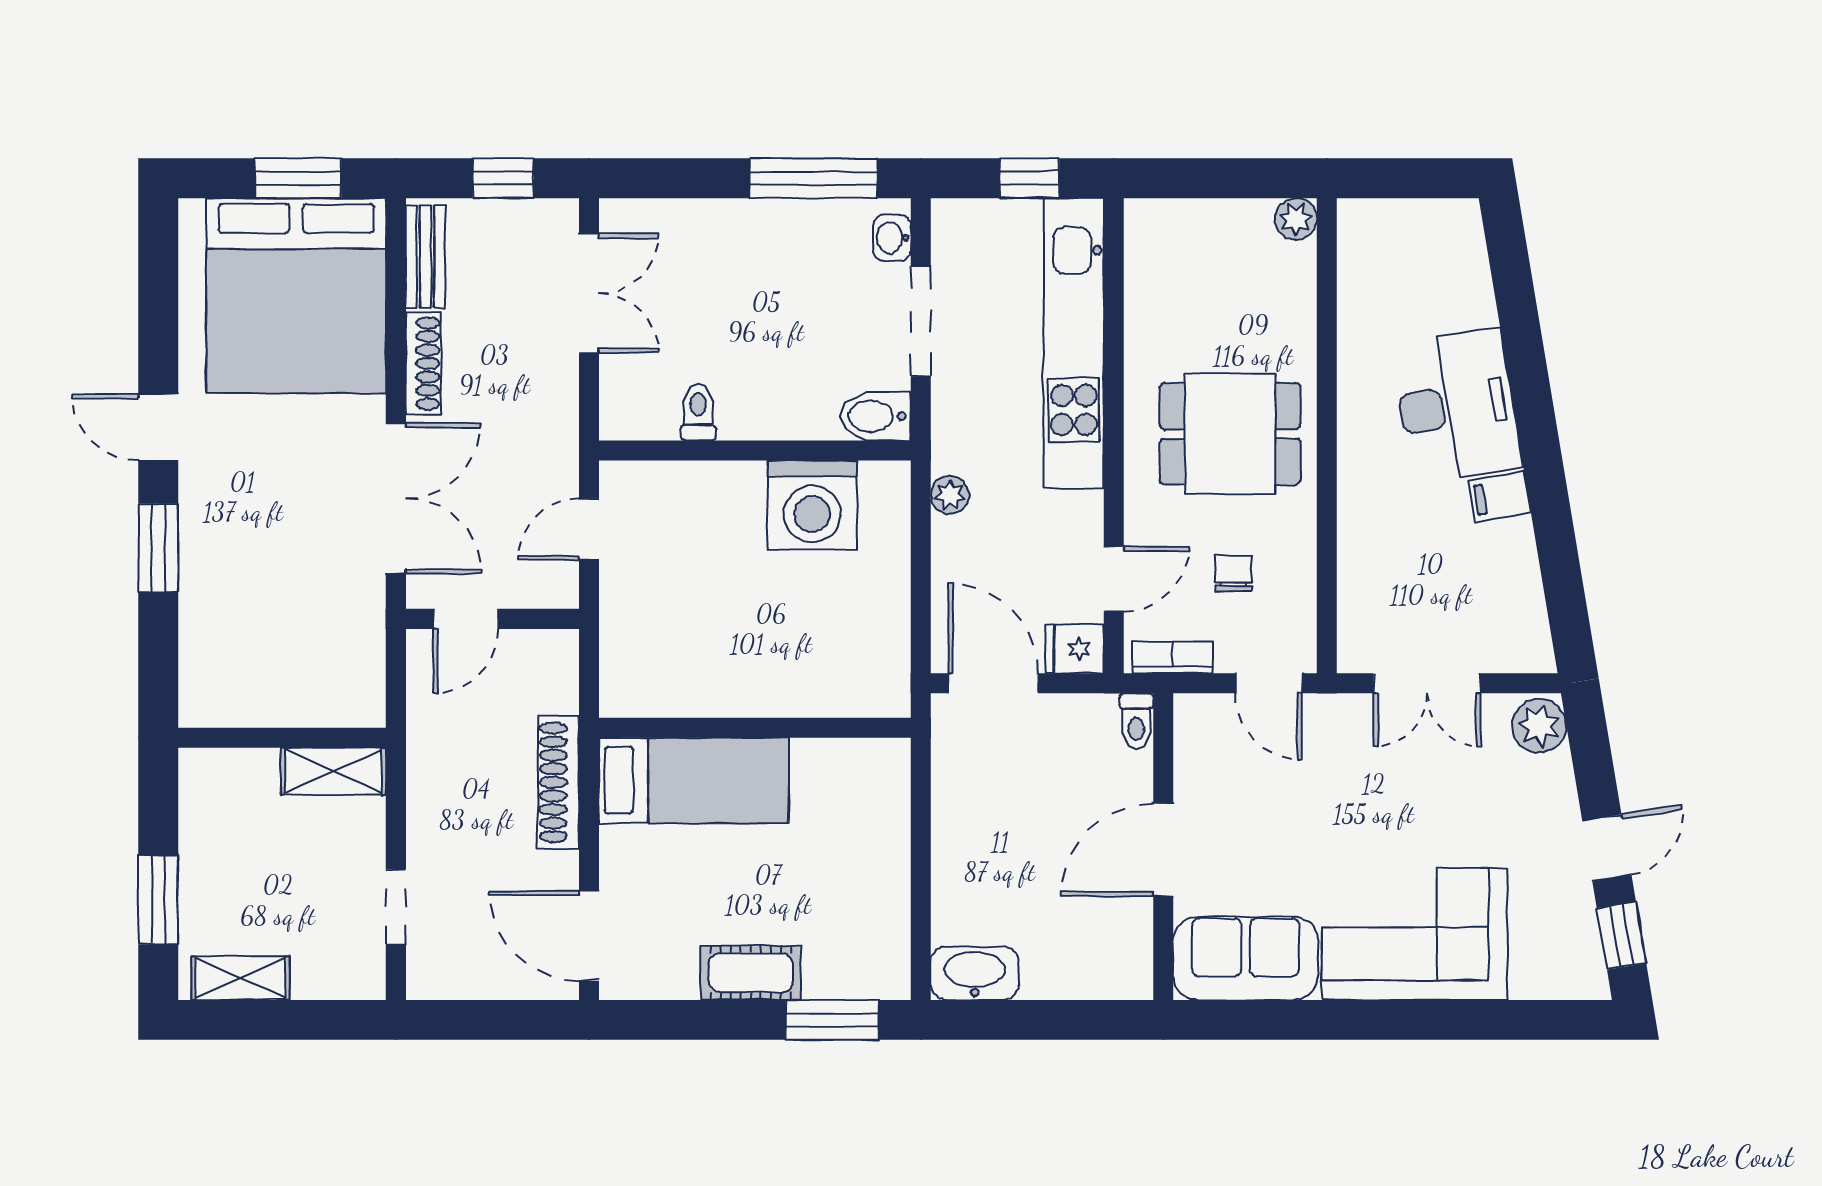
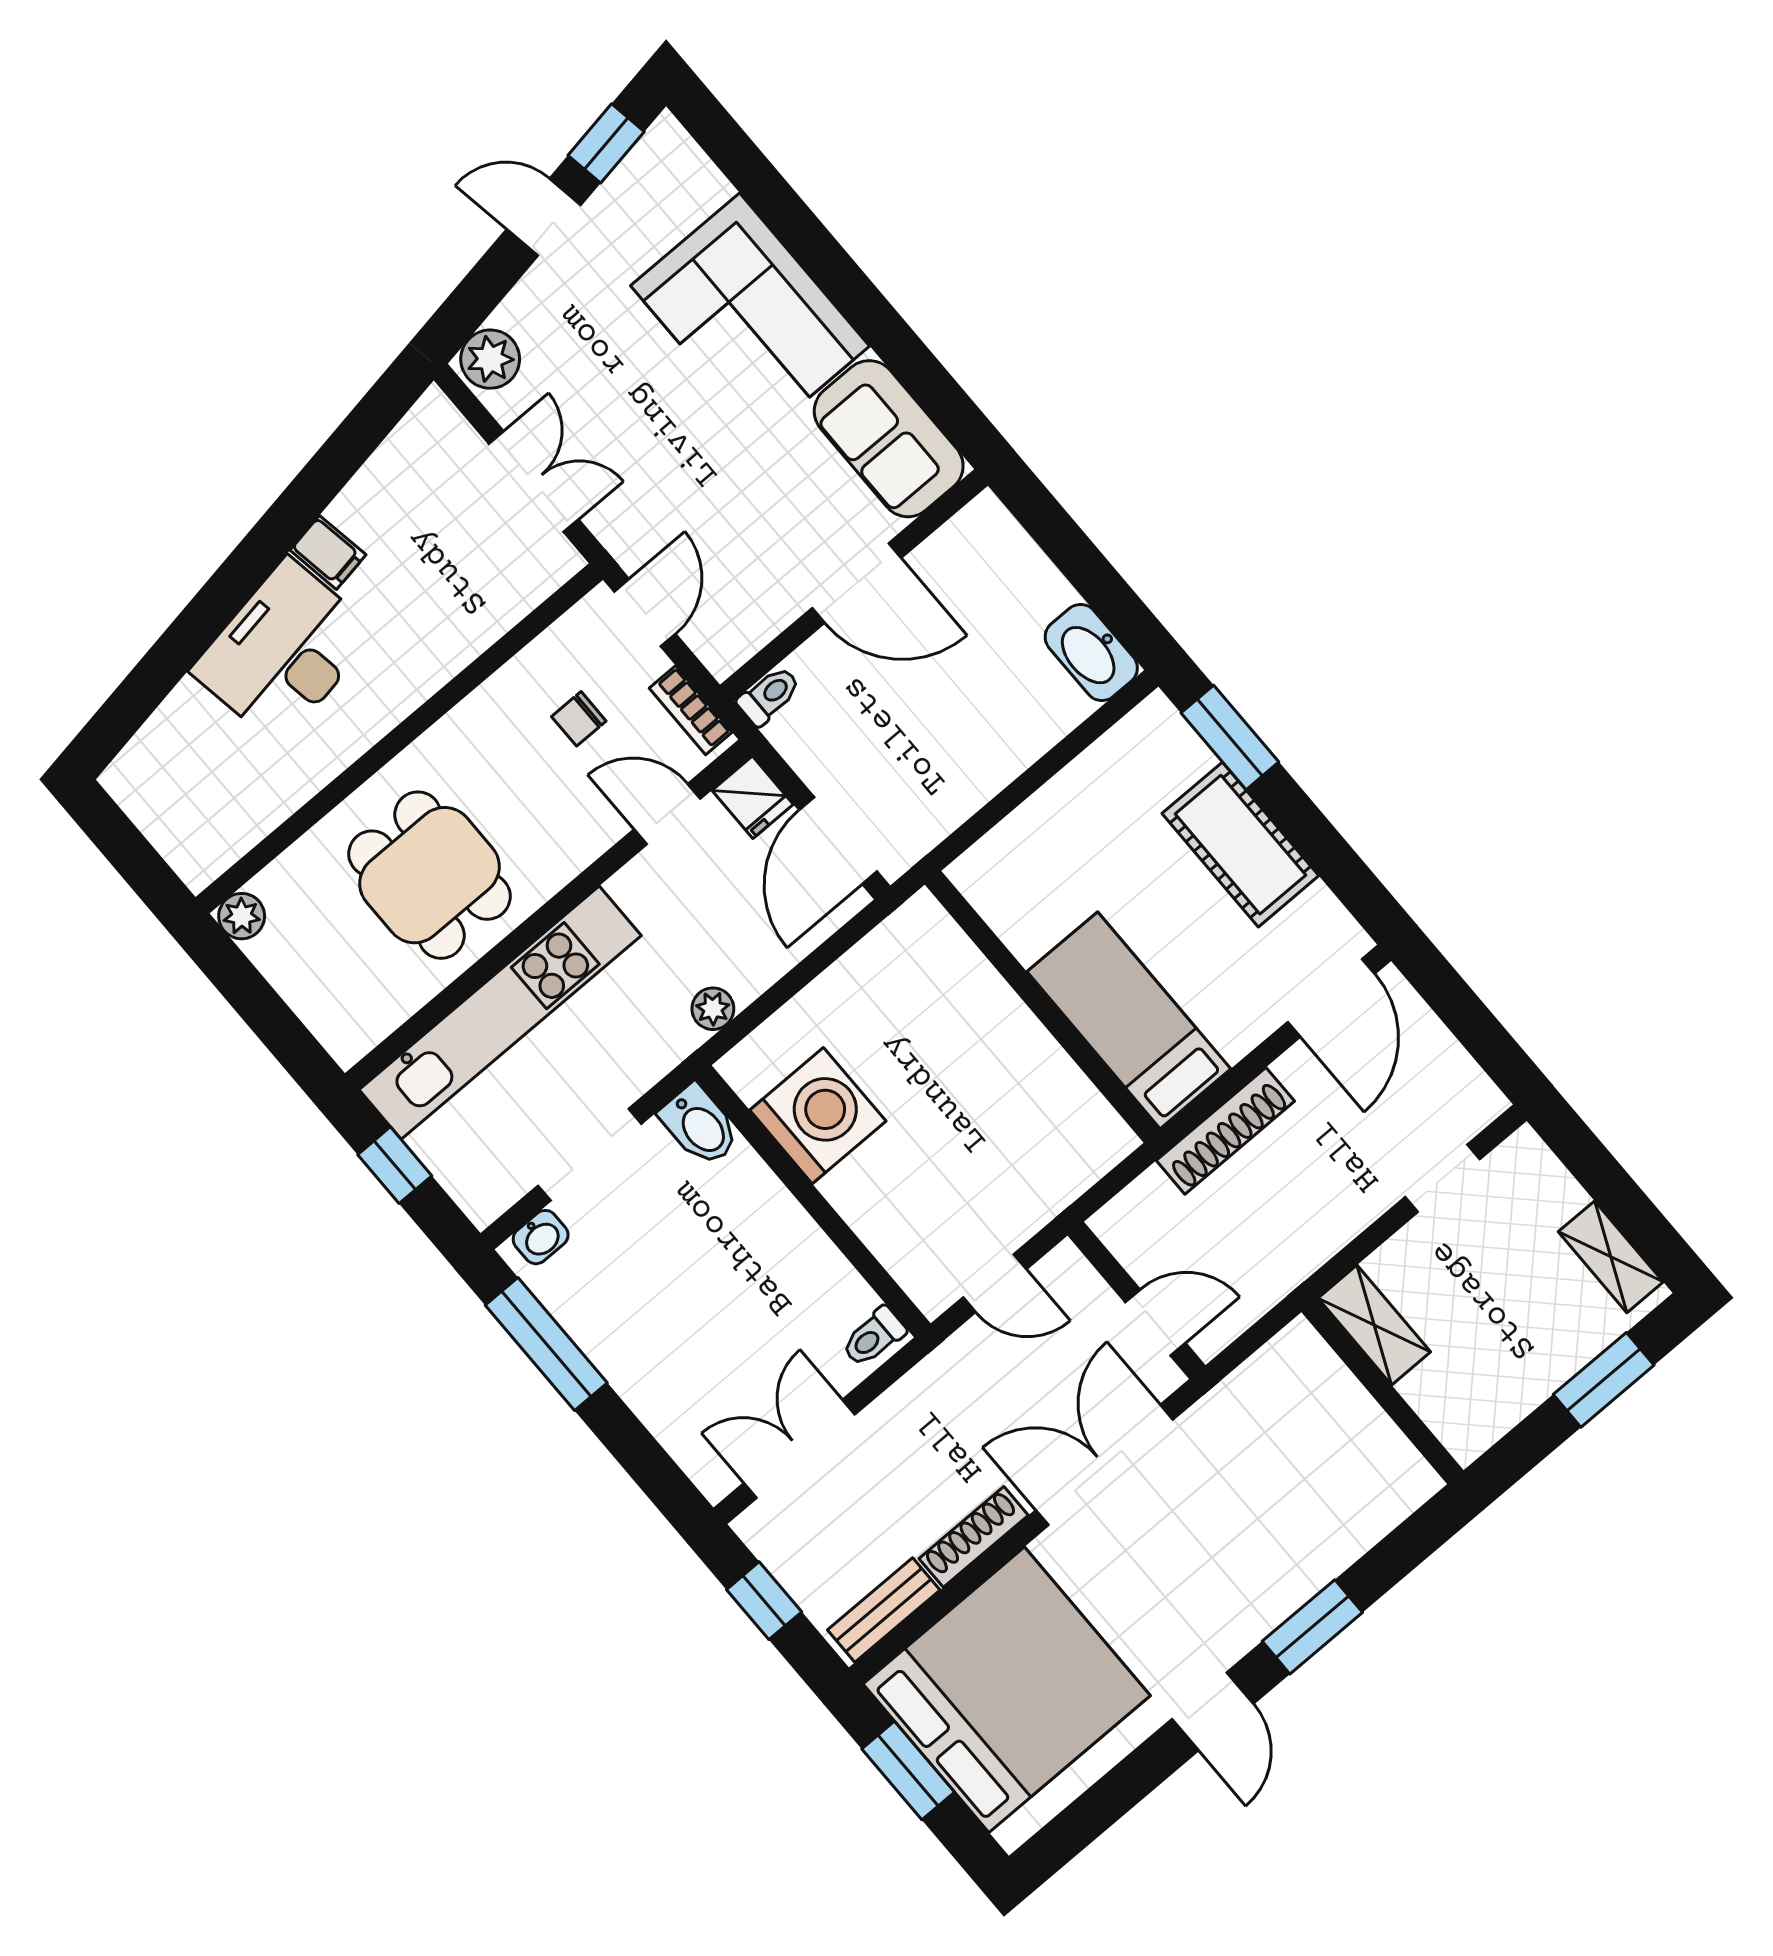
toilet: (698, 412) -> (874, 1337), moved
dining table: (1230, 434) -> (430, 875), moved
cot: (751, 973) -> (1240, 845), width x1.37, depth x1.34

